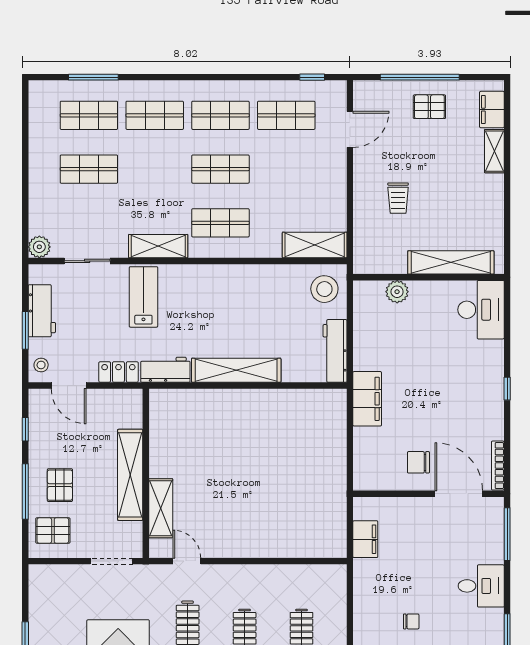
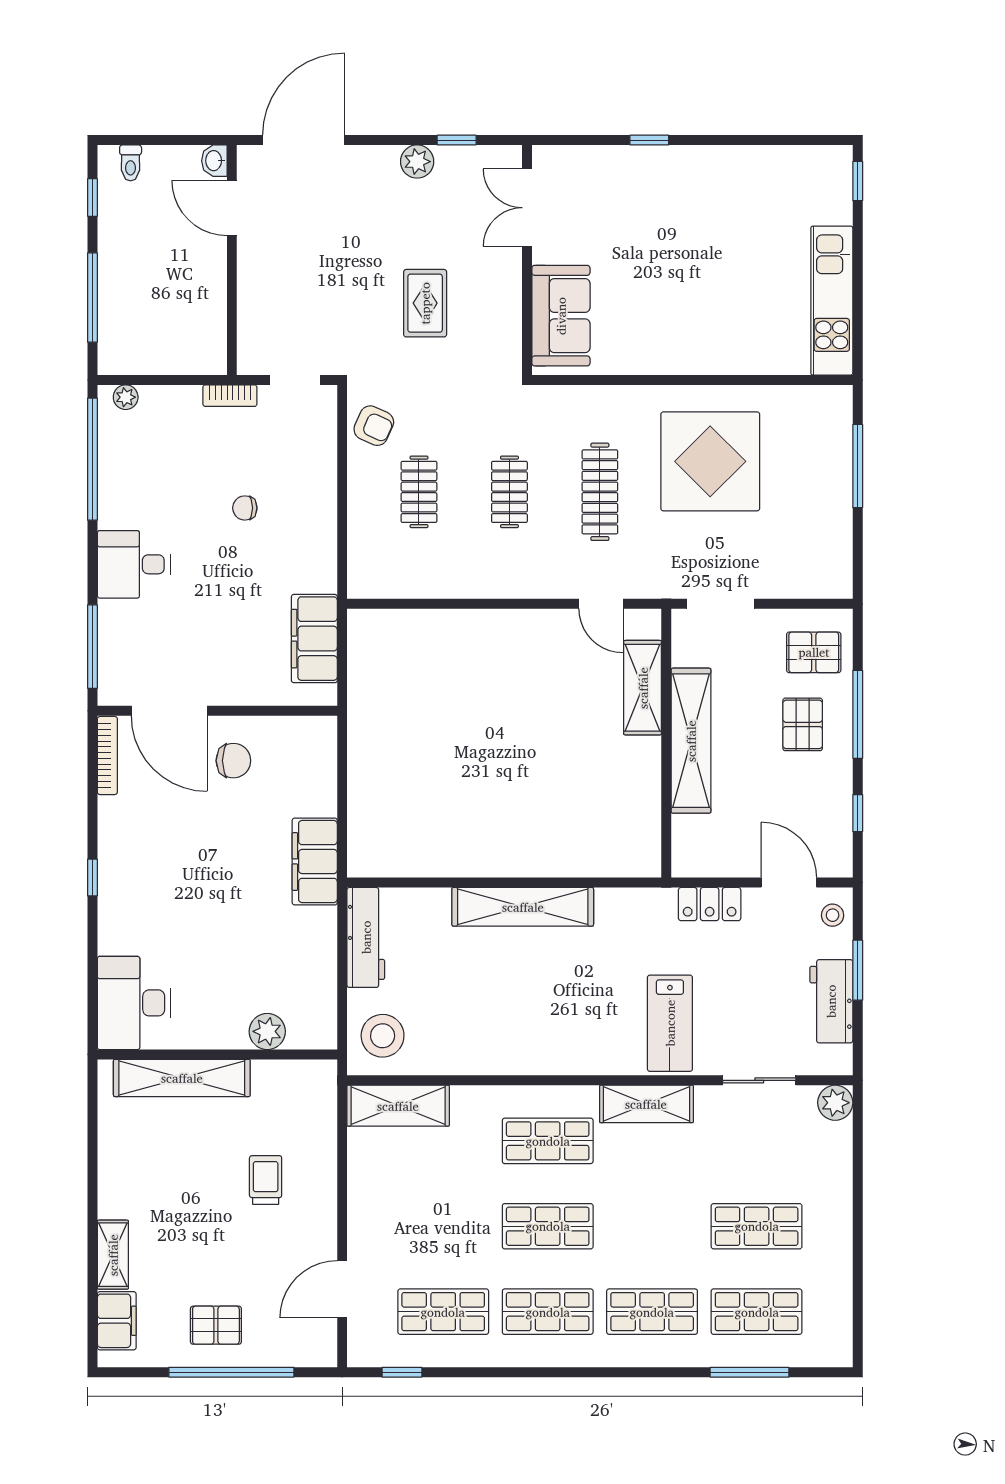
workbench: (165, 370) -> (635, 908), removed
filing cabinet: (365, 539) -> (314, 639), width x1.50, depth x1.17

